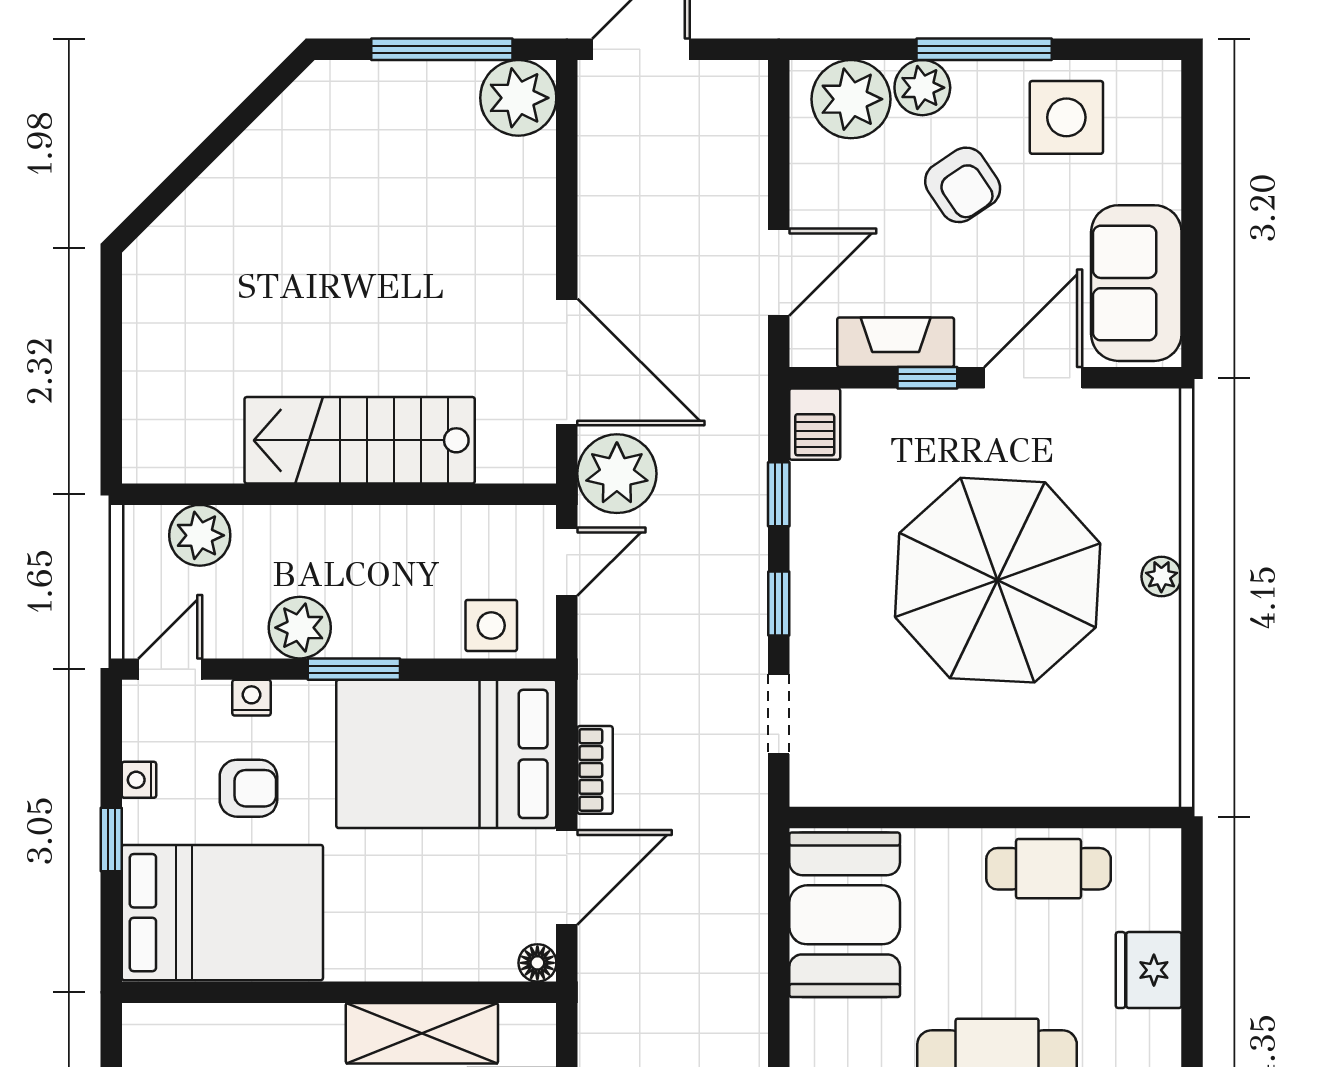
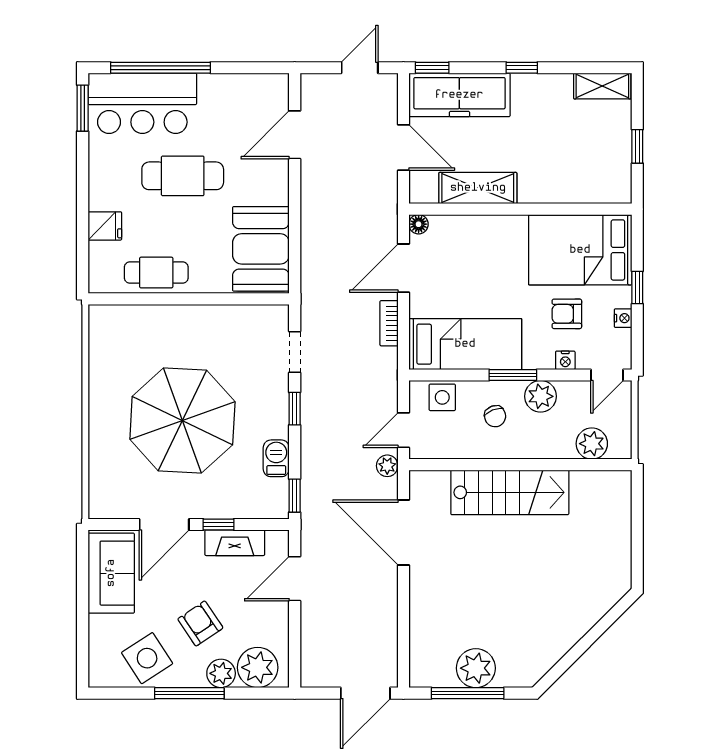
plant: (518, 98) -> (476, 668), moved
side table: (1066, 117) -> (147, 658), turned -33
barbecue: (815, 424) -> (276, 458), moved
plant: (617, 474) -> (387, 466), width x0.53, depth x0.53
window: (779, 494) -> (295, 496), moved
plant: (1161, 577) -> (98, 422), removed
chair: (388, 589) -> (495, 416), added
bed: (446, 754) -> (465, 344), width x0.67
fridge: (1149, 970) -> (105, 226), width x0.72

